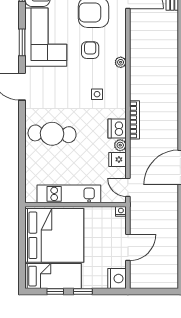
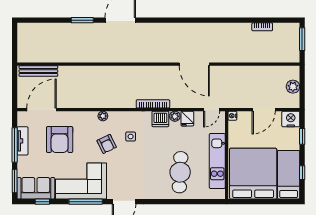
window: (22, 42) -> (86, 202), width x1.44
armchair: (90, 50) -> (107, 144), moved, turned -116
cafe table: (52, 134) -> (180, 172), moved
door: (128, 247) -> (264, 110), swing flipped
plant: (154, 281) -> (293, 87), added
window: (83, 292) -> (302, 136), moved

